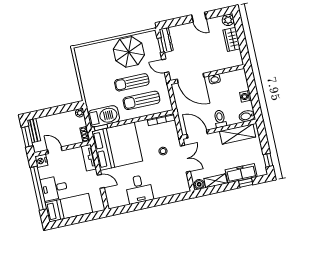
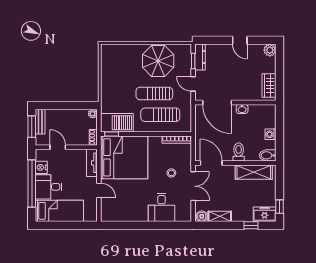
wardrobe: (232, 39) -> (269, 85), moved
nightstand: (41, 161) -> (41, 167), moved
freezer: (241, 173) -> (265, 214), moved, width x0.71
desk: (139, 189) -> (162, 207), moved

